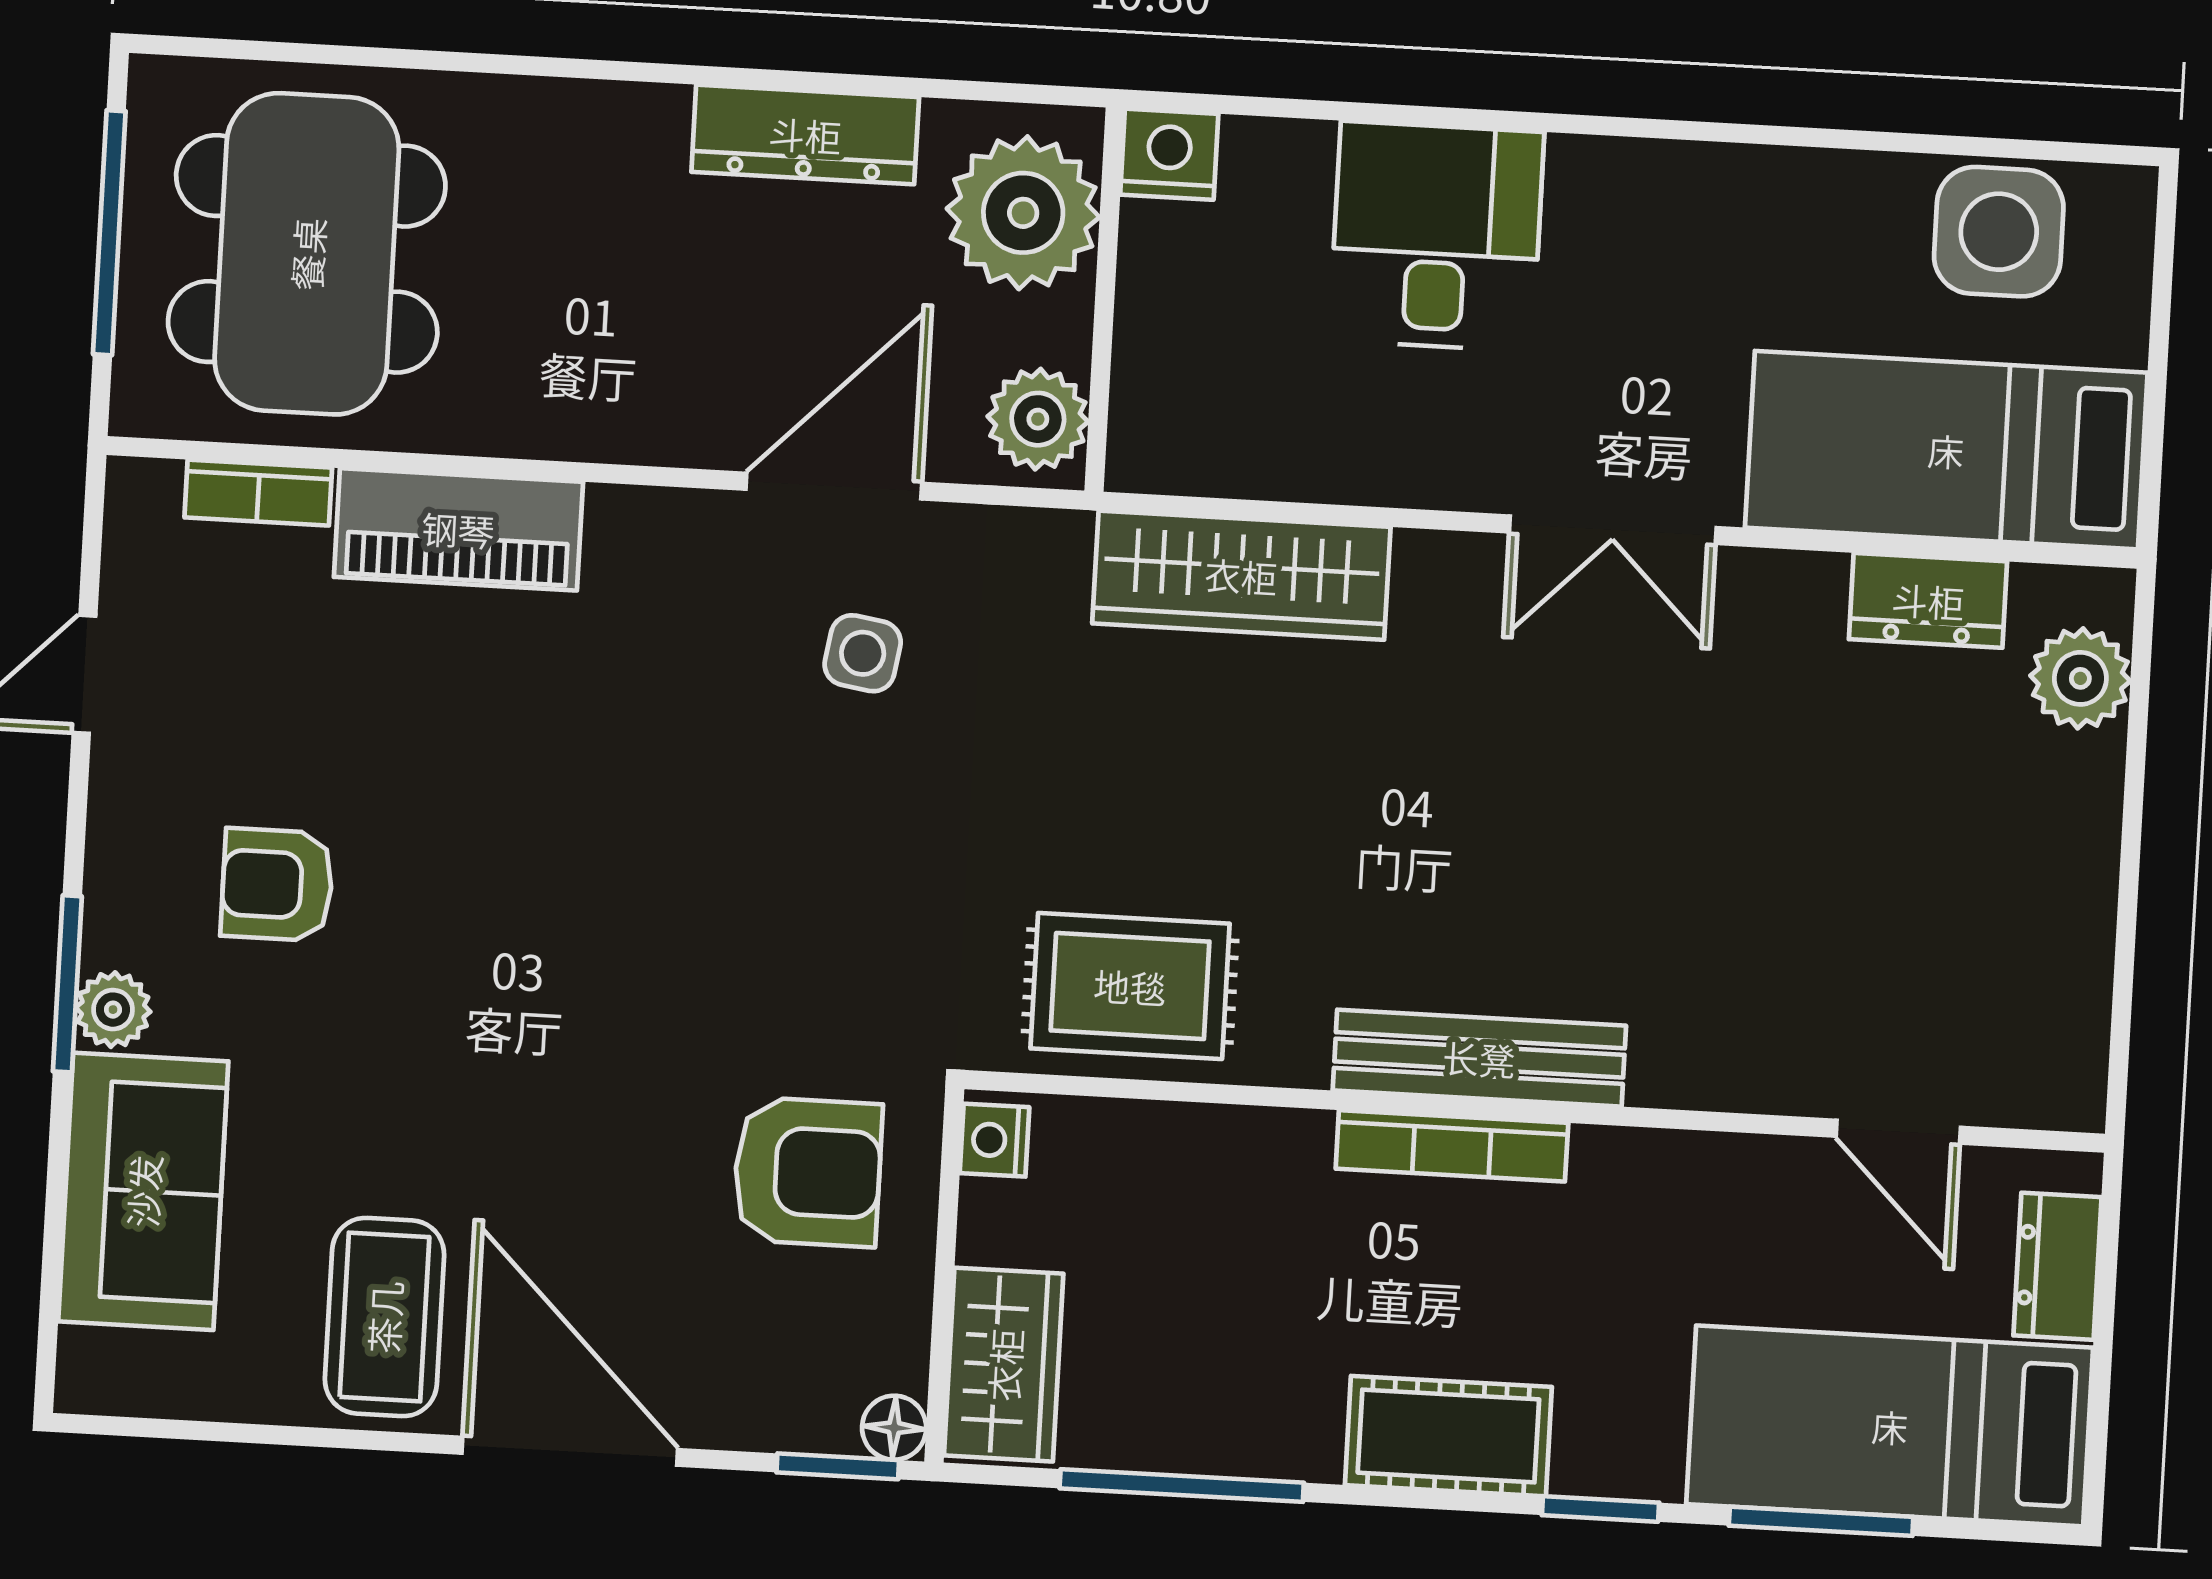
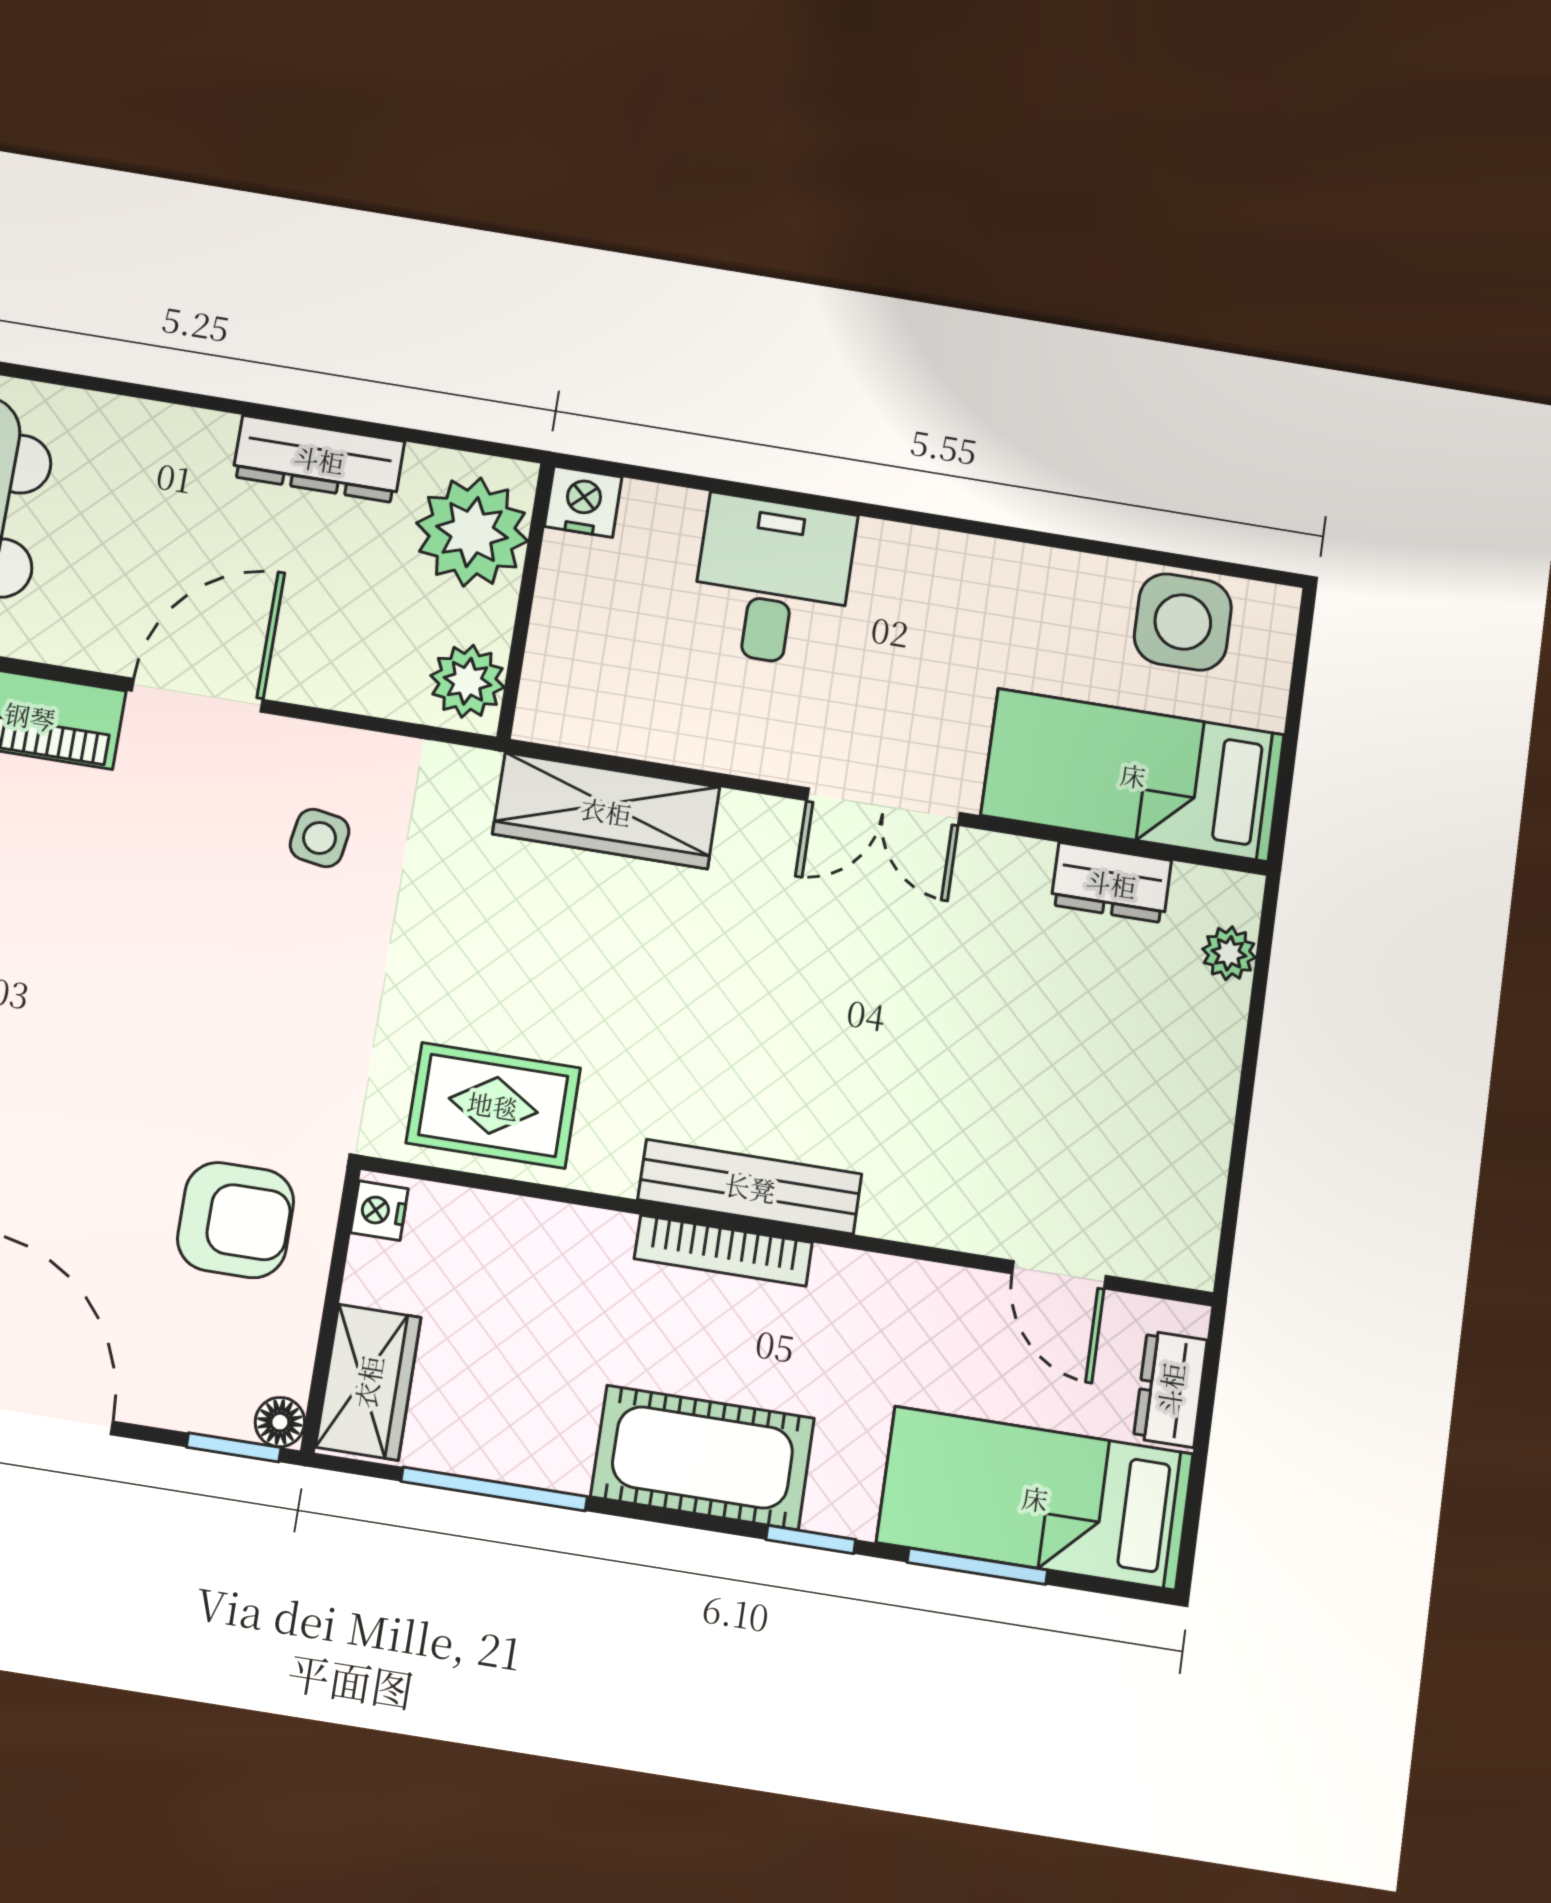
door: (834, 486) -> (197, 695), moved
plant: (2080, 678) -> (1229, 953), width x0.73, depth x0.73
cot: (1448, 1436) -> (702, 1457), width x1.37, depth x1.34

